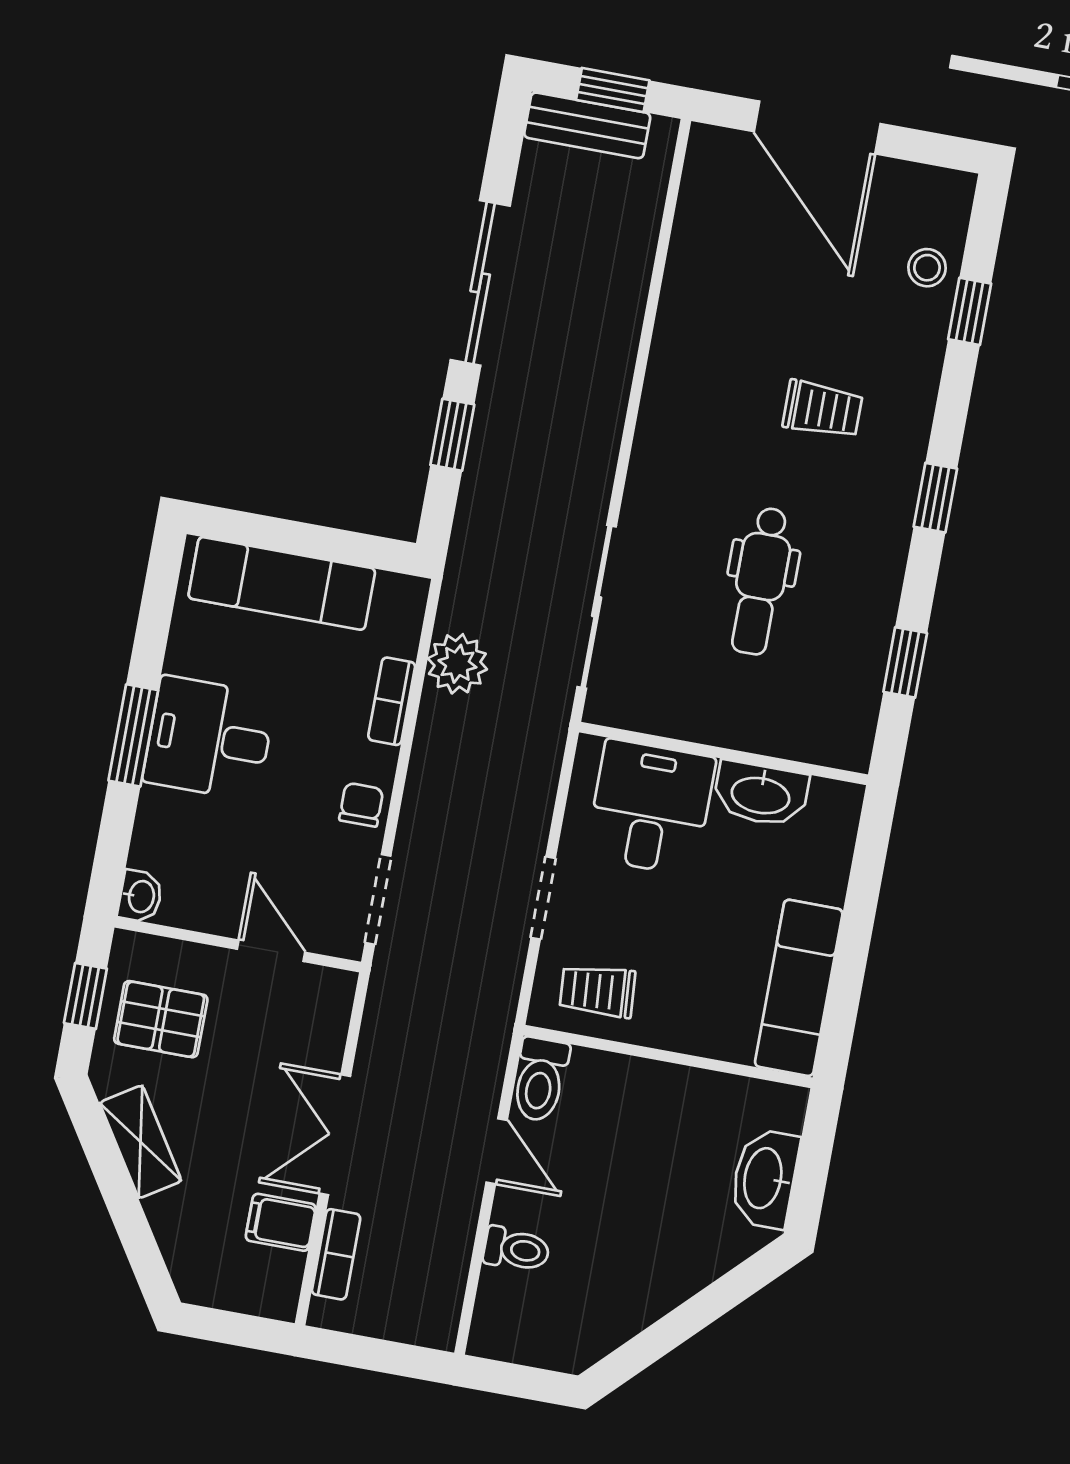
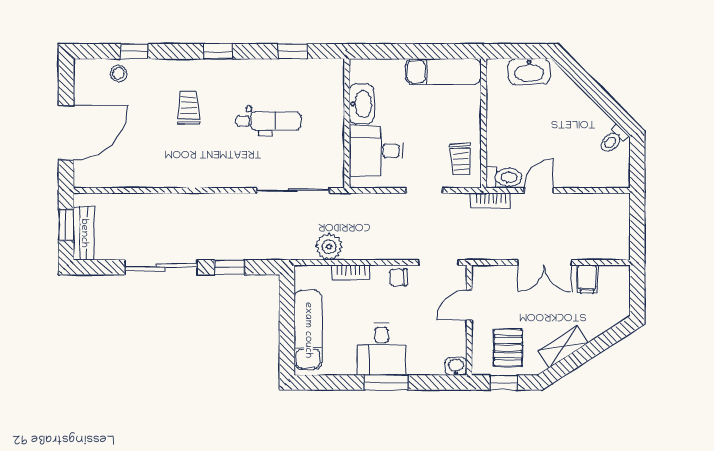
toilet: (516, 1249) -> (613, 140), moved, turned -135
bookcase: (336, 1254) -> (491, 201), moved, turned 180

